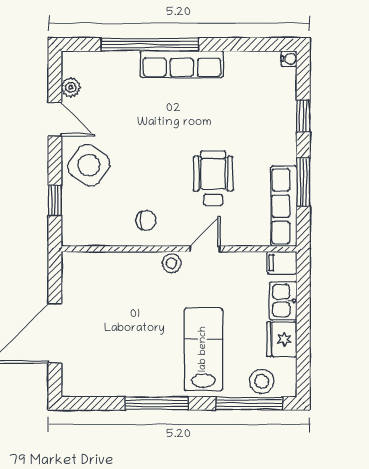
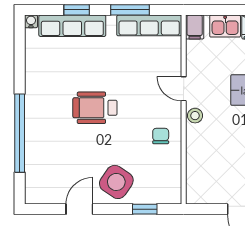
row of seats: (182, 64) -> (72, 26), moved, turned 90
plant: (71, 87) -> (54, 197), removed
wheelchair: (213, 178) -> (95, 108), moved

